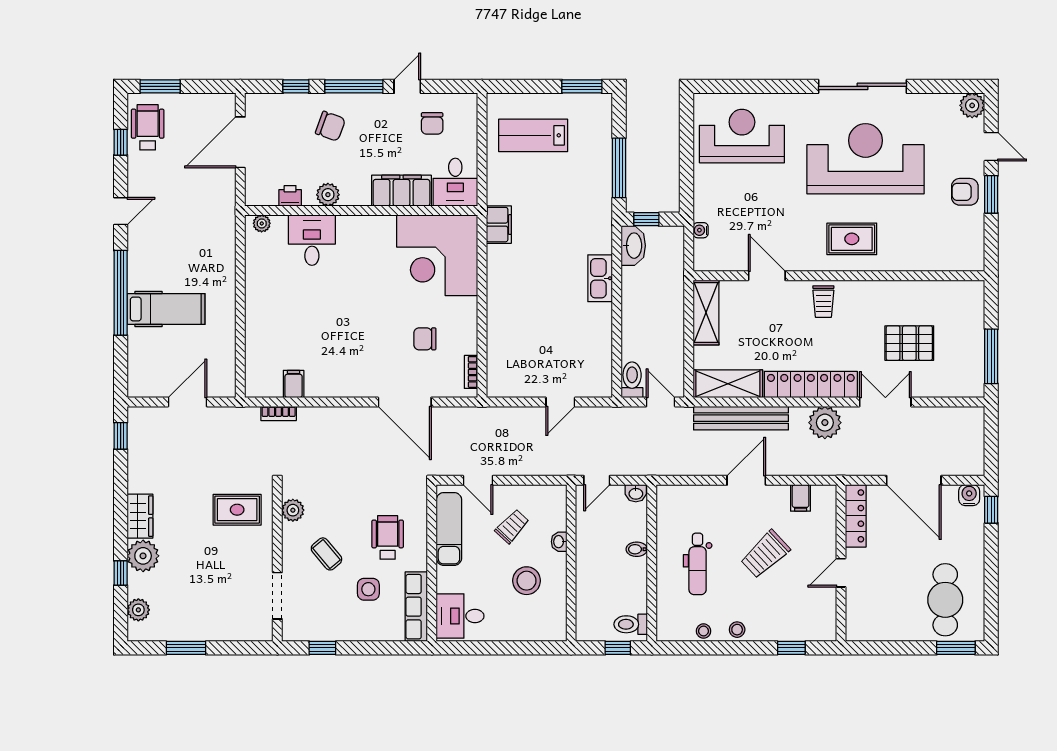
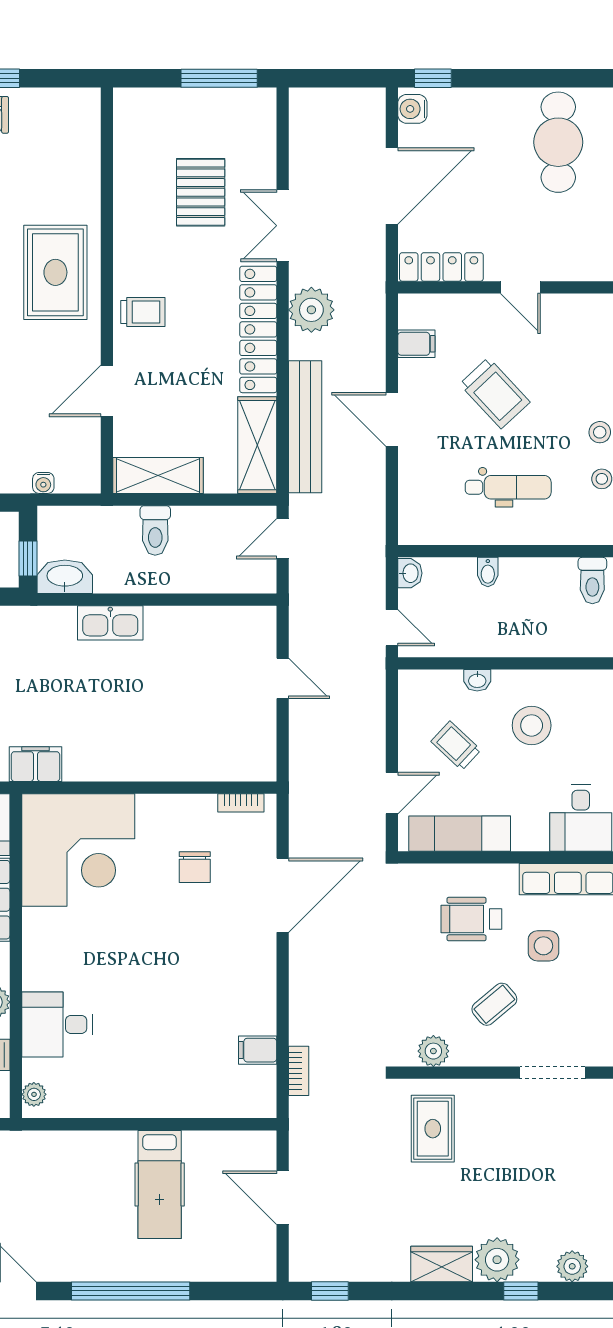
rug: (852, 239) -> (55, 272), width x1.36, depth x1.43
hospital bed: (166, 309) -> (160, 1184), moved, turned 180
toilet: (632, 380) -> (155, 531), moved, turned -90
cafe table: (945, 600) -> (558, 142), turned 90

